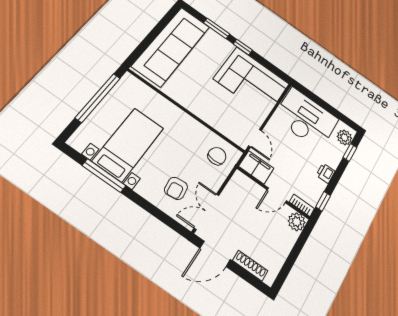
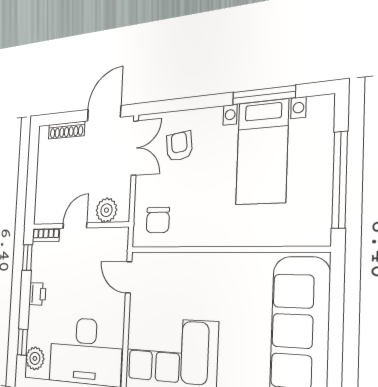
filing cabinet: (256, 167) -> (110, 241), removed
plant: (297, 222) -> (106, 210), moved

